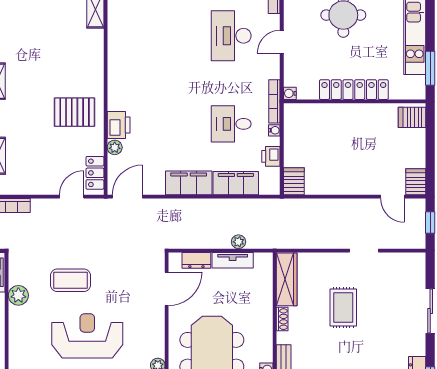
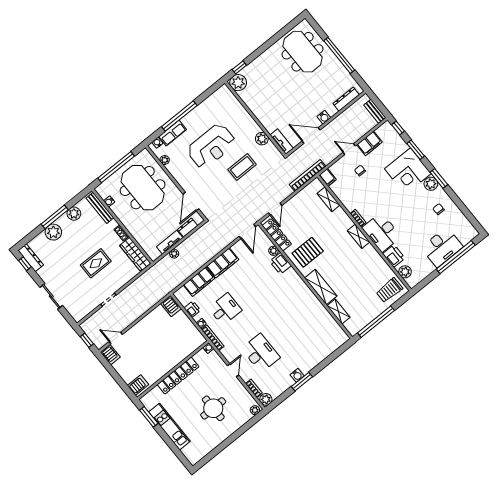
shelving: (93, 57) -> (321, 287), added
locker: (95, 173) -> (277, 235), width x1.53
rug: (343, 307) -> (96, 263), turned 90

